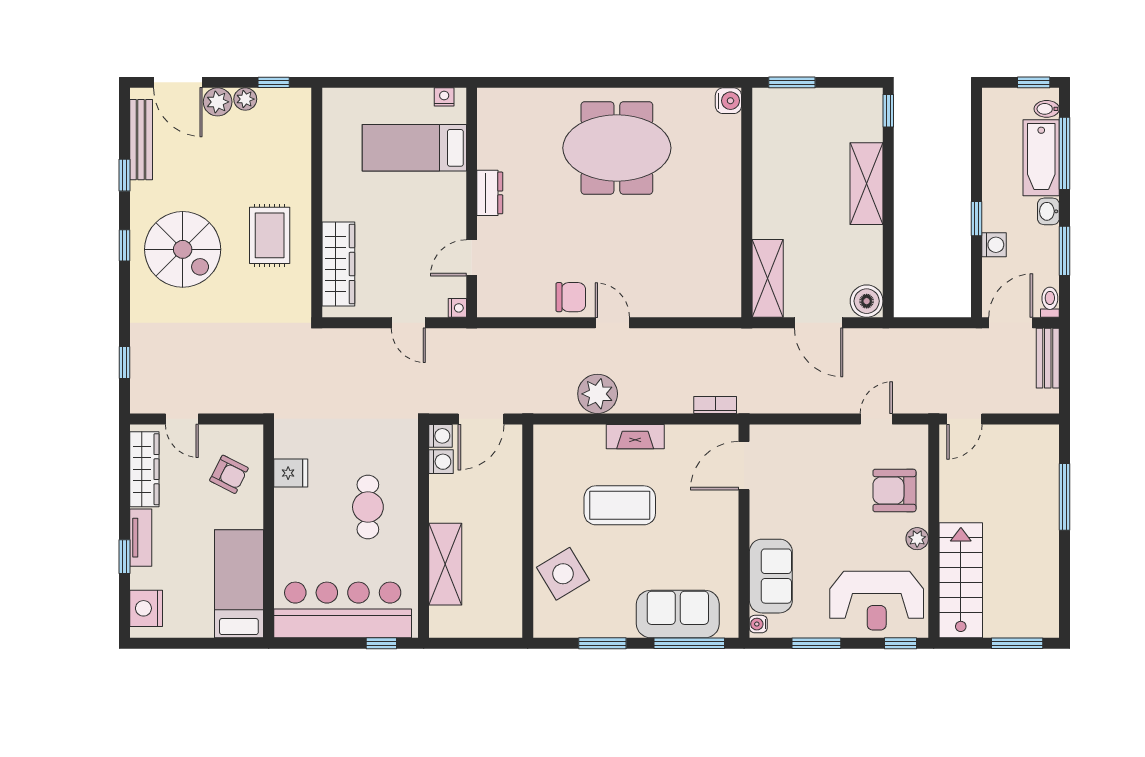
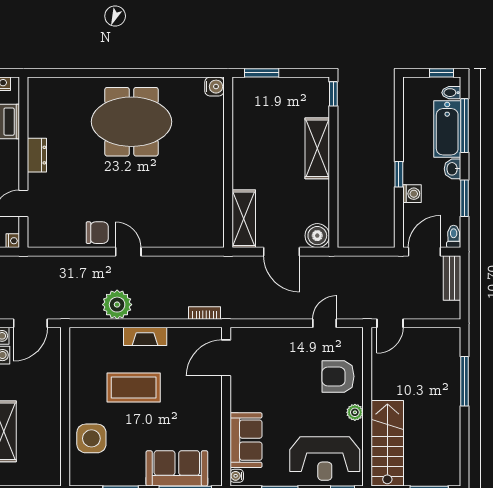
side table: (563, 574) -> (91, 438), turned 31

